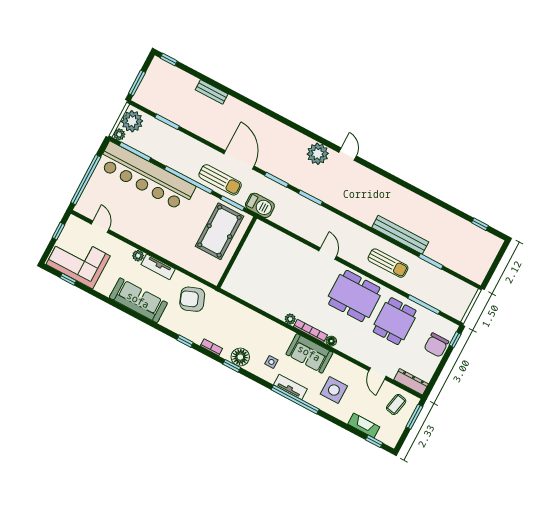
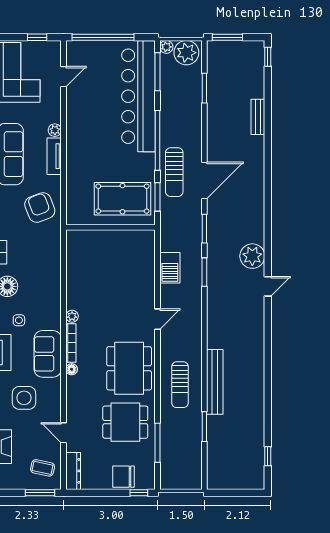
barbecue: (260, 205) -> (170, 268), moved
door: (377, 374) -> (64, 433), hinge flipped

